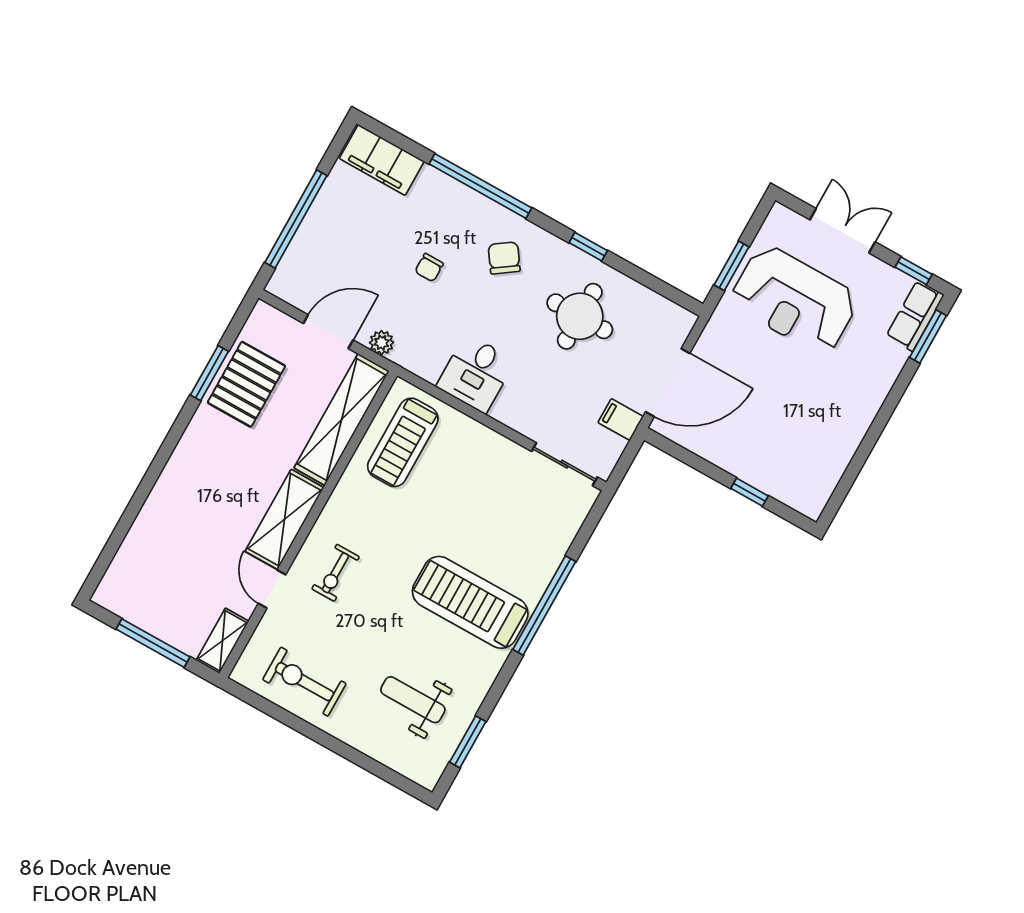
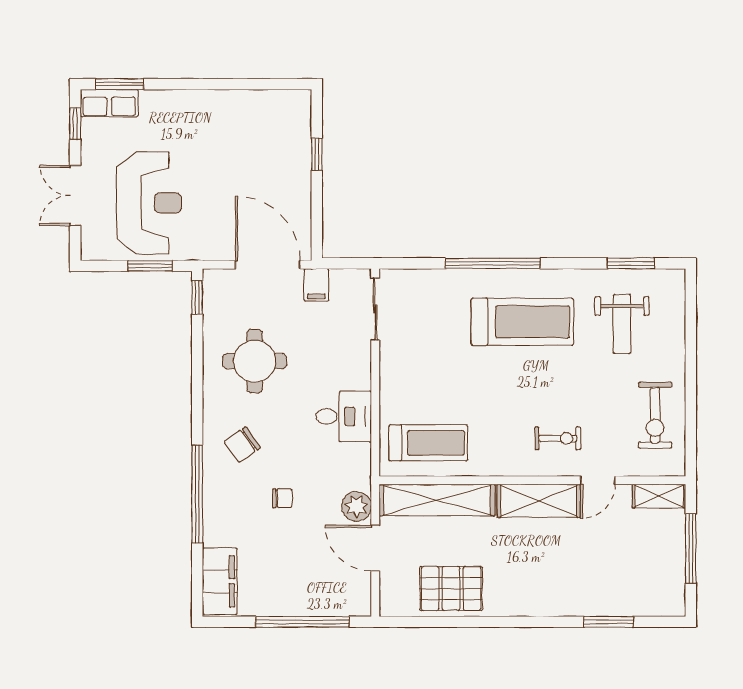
window: (588, 247) -> (197, 297), moved
plant: (382, 343) -> (356, 506), width x1.38, depth x1.38
window: (209, 373) -> (608, 622), moved
treadmill: (470, 602) -> (522, 322), turned -90

